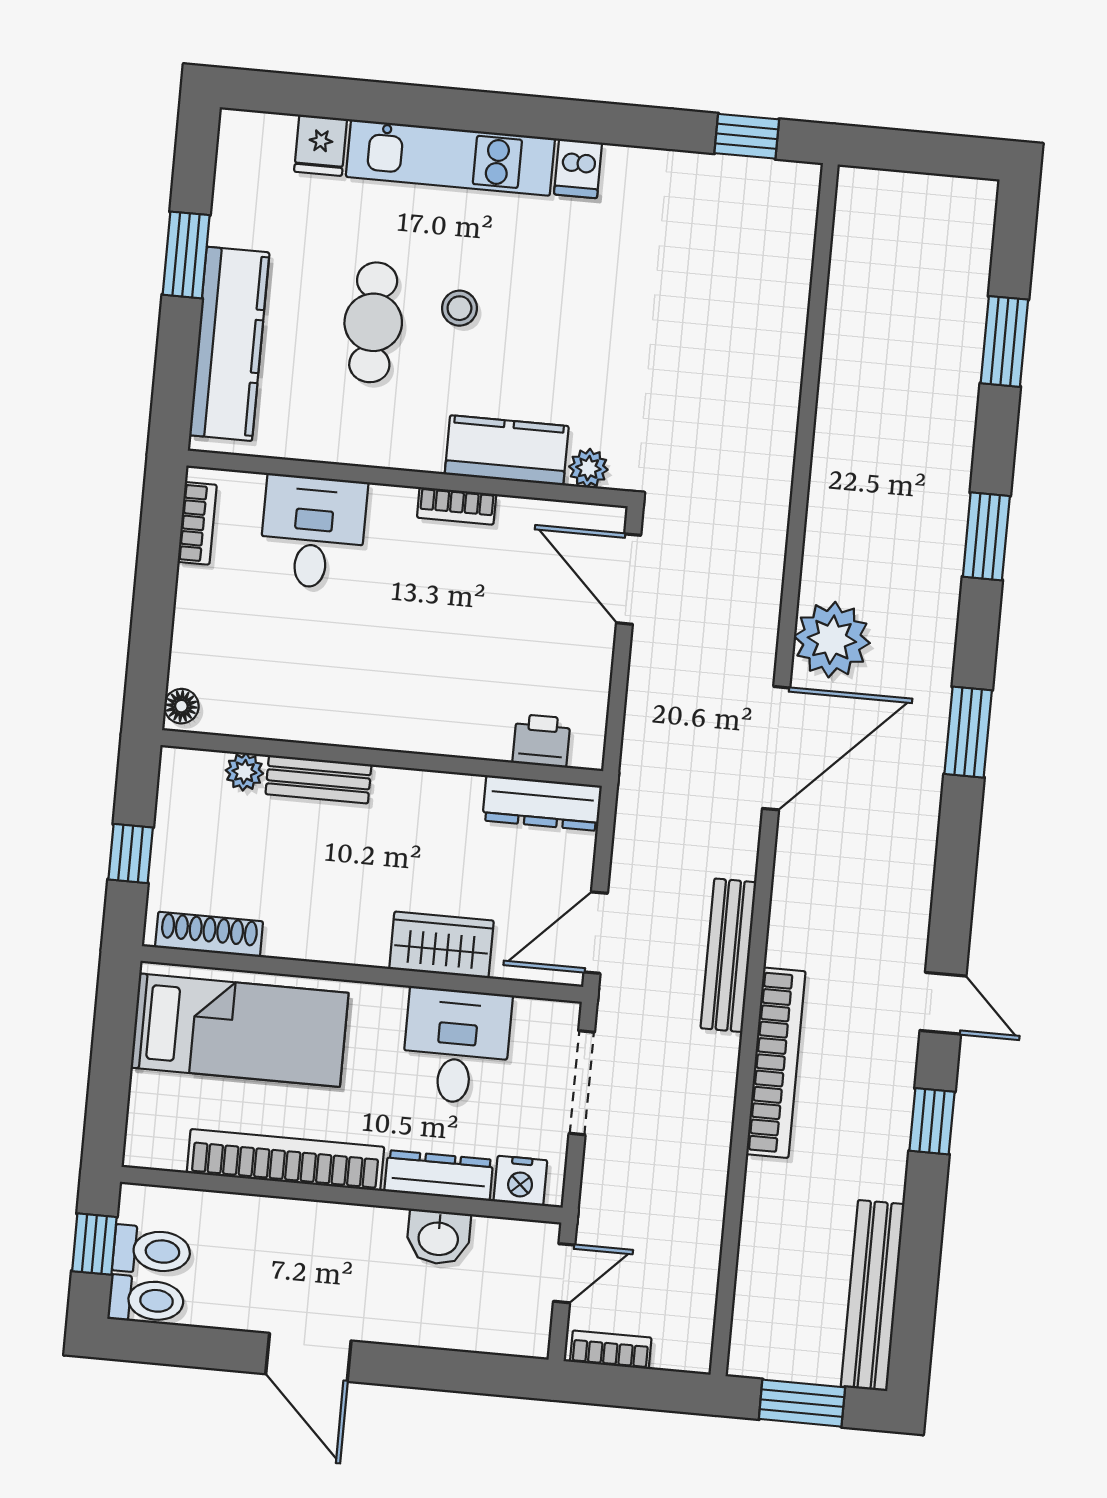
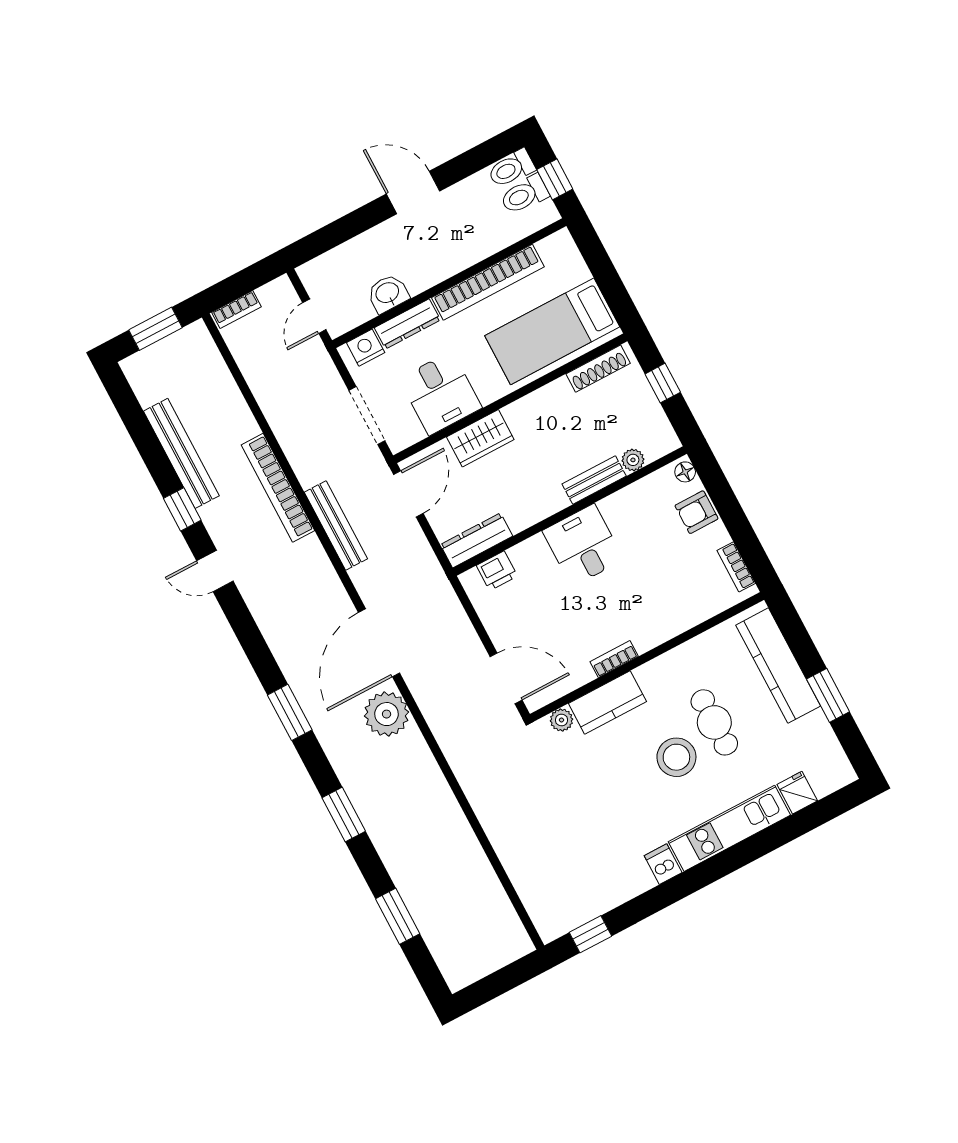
stool: (459, 308) -> (676, 757), width x1.89, depth x1.89
desk: (313, 532) -> (583, 545), moved, turned 180
armchair: (203, 638) -> (697, 512), added
bench: (873, 1296) -> (181, 453), moved
bookcase: (611, 1350) -> (236, 310), moved

